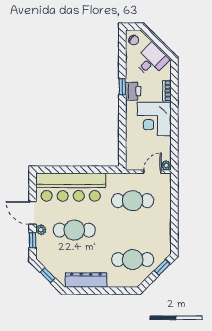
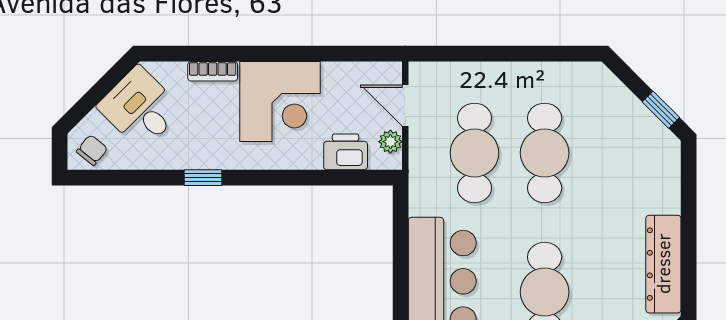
printer: (133, 91) -> (346, 152), moved
plant: (166, 165) -> (390, 142), moved
cafe table: (133, 260) -> (545, 153), moved
window: (162, 267) -> (661, 110), moved

